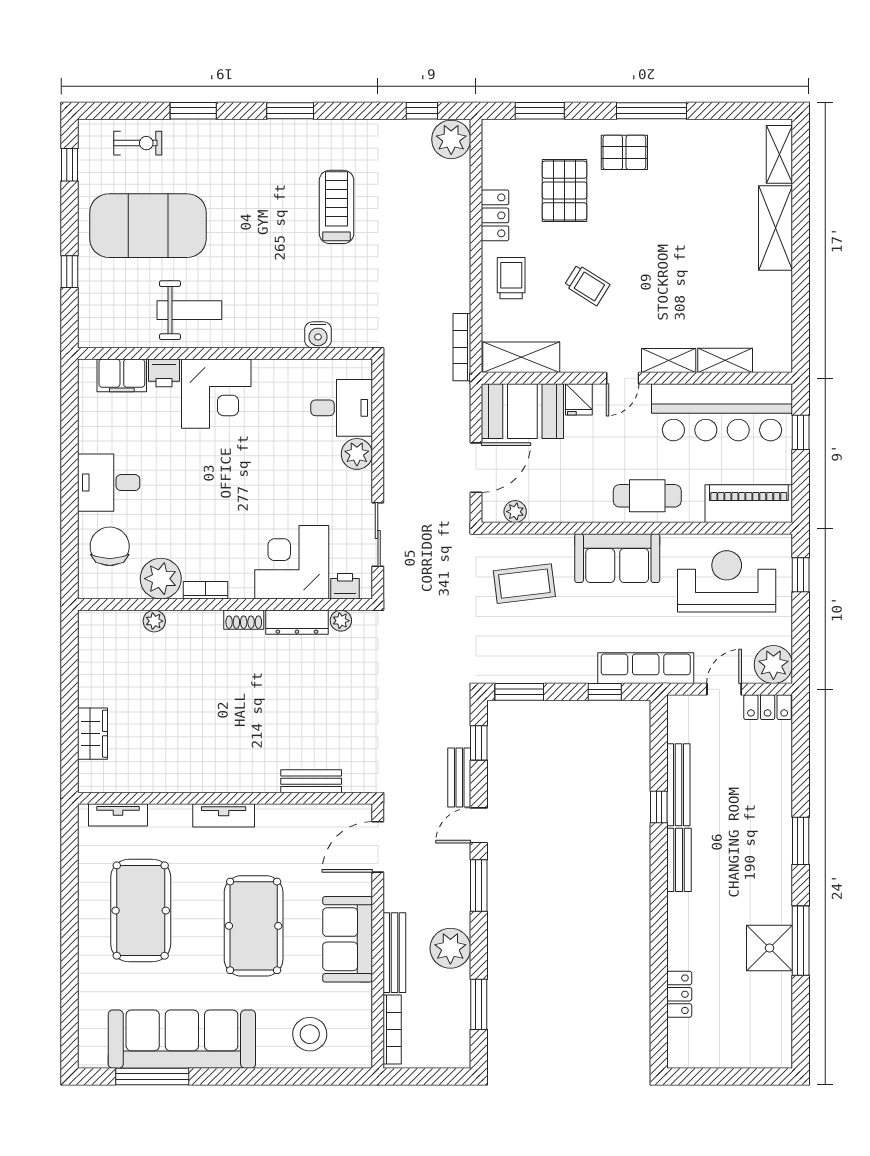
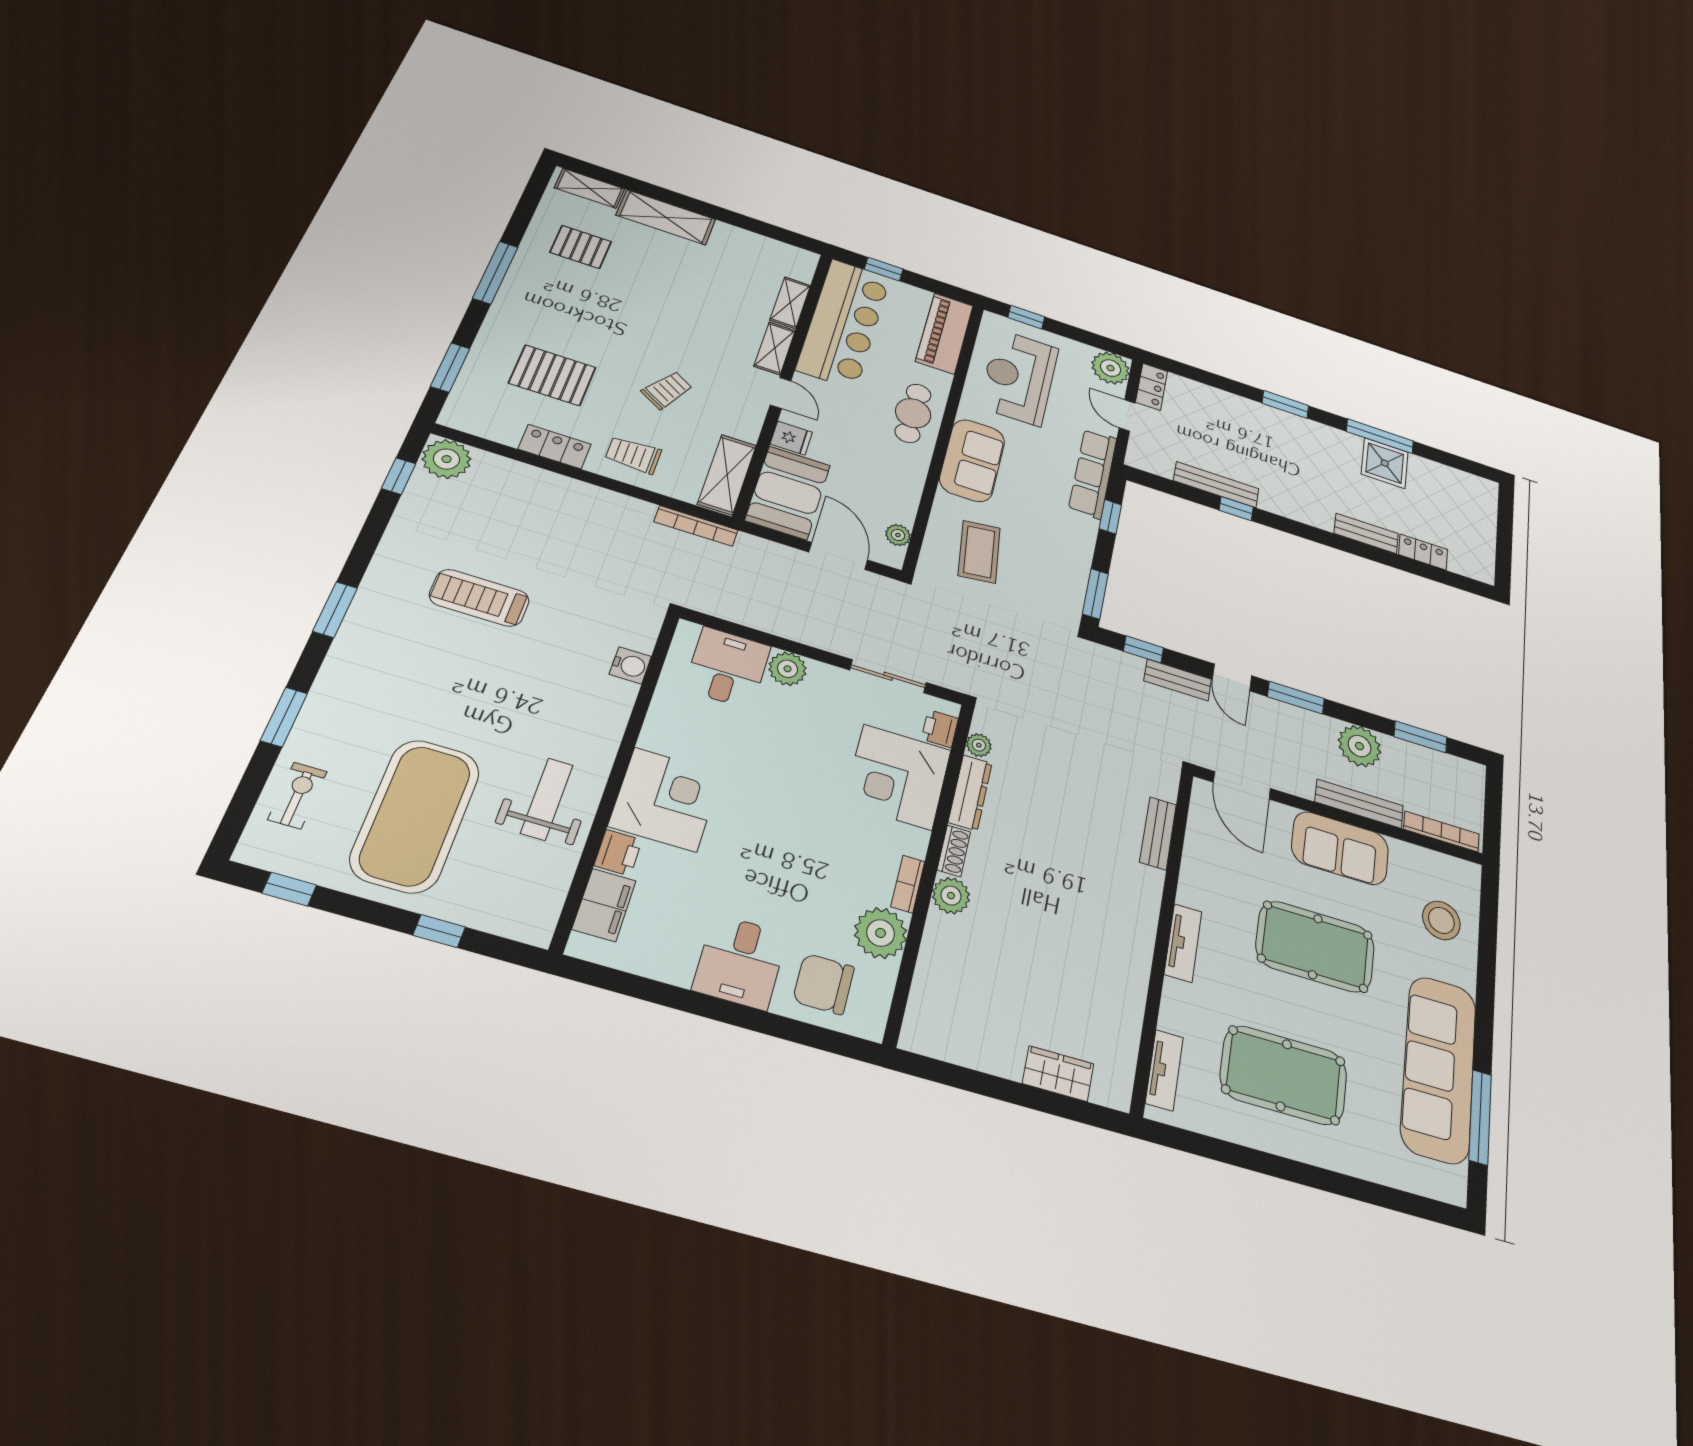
pallet: (624, 152) -> (581, 247), moved, turned 90
plant: (154, 621) -> (951, 896), moved, width x1.38, depth x1.38
bench: (679, 860) -> (1366, 533), moved

